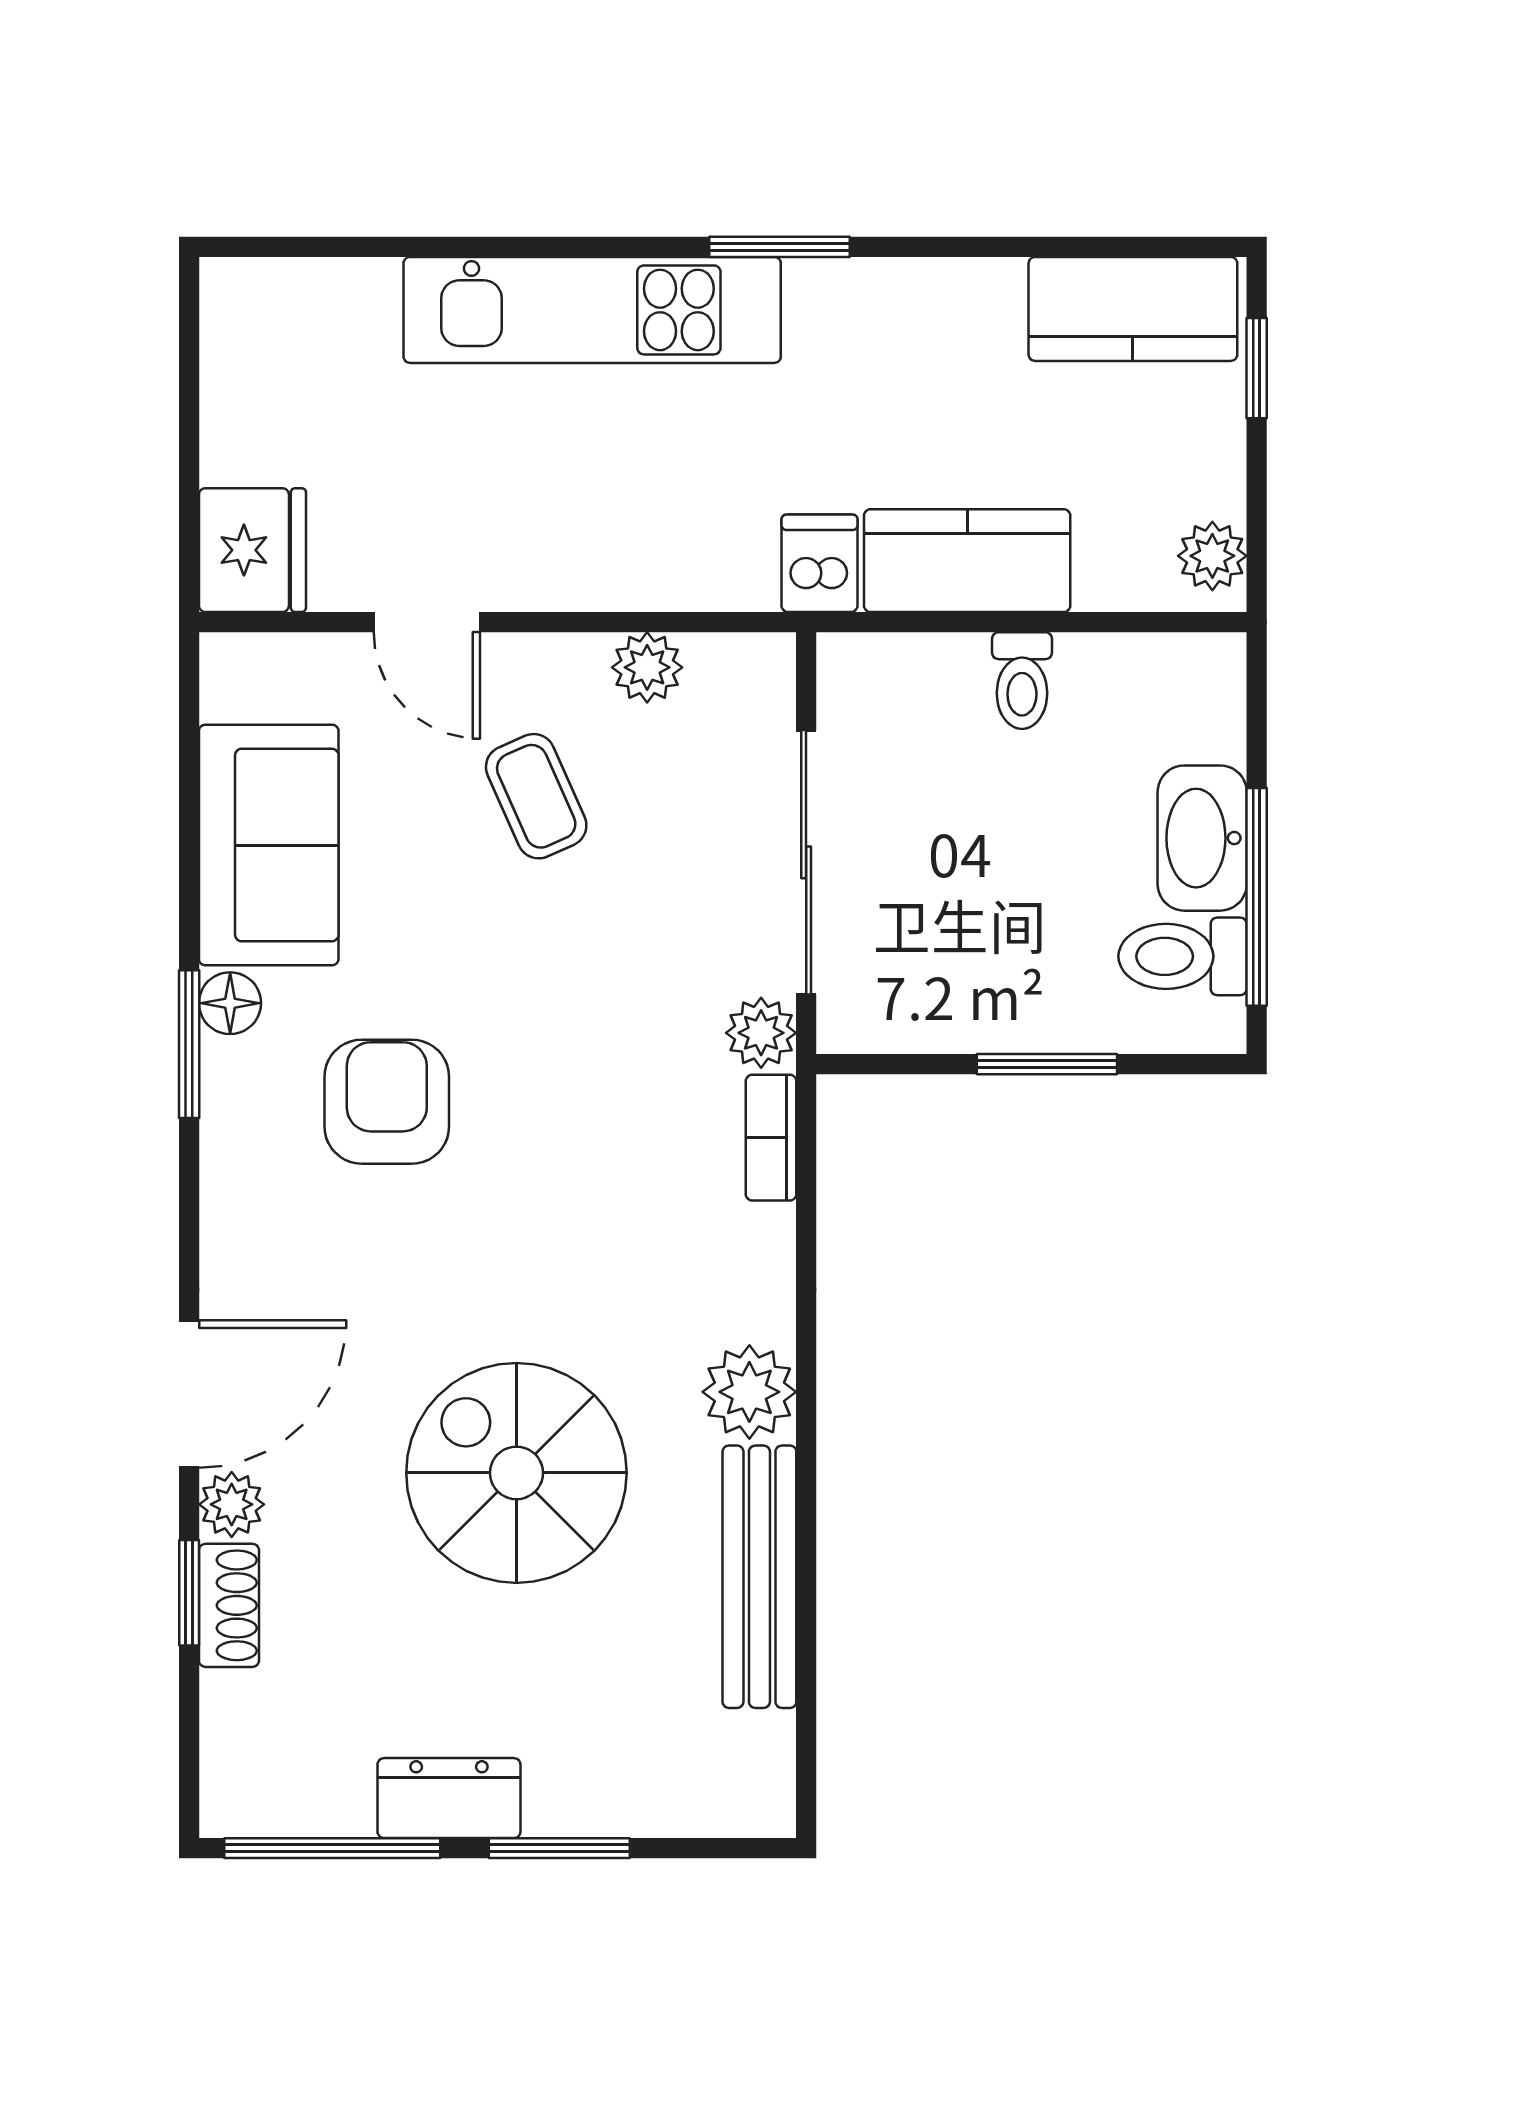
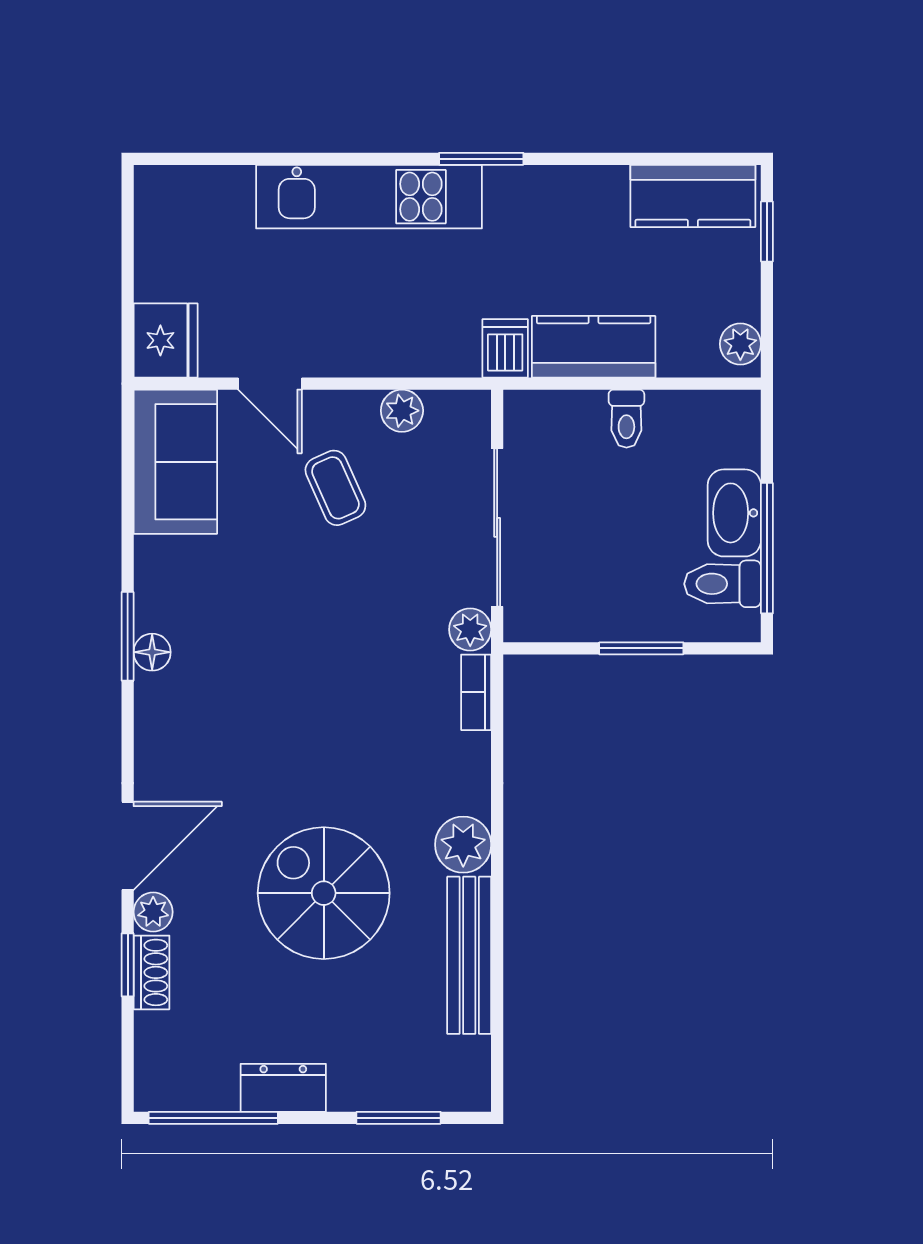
sofa: (269, 845) -> (175, 462), moved
floor lamp: (230, 1003) -> (152, 652), moved
armchair: (387, 1102) -> (246, 671), removed
window: (559, 1848) -> (399, 1118), moved

